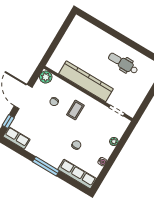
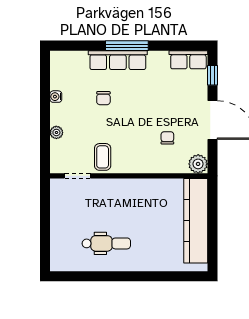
kitchen counter: (86, 81) -> (196, 221), moved, turned 90
coffee table: (75, 110) -> (103, 157), moved
row of seats: (77, 174) -> (118, 60), moved

